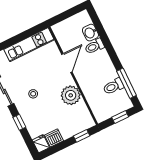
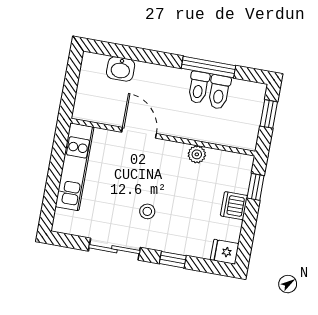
toilet: (94, 46) -> (198, 87), moved
window: (127, 83) -> (208, 67), moved
plant: (71, 95) -> (197, 154), width x0.53, depth x0.53
dishwasher: (54, 138) -> (234, 206), moved

